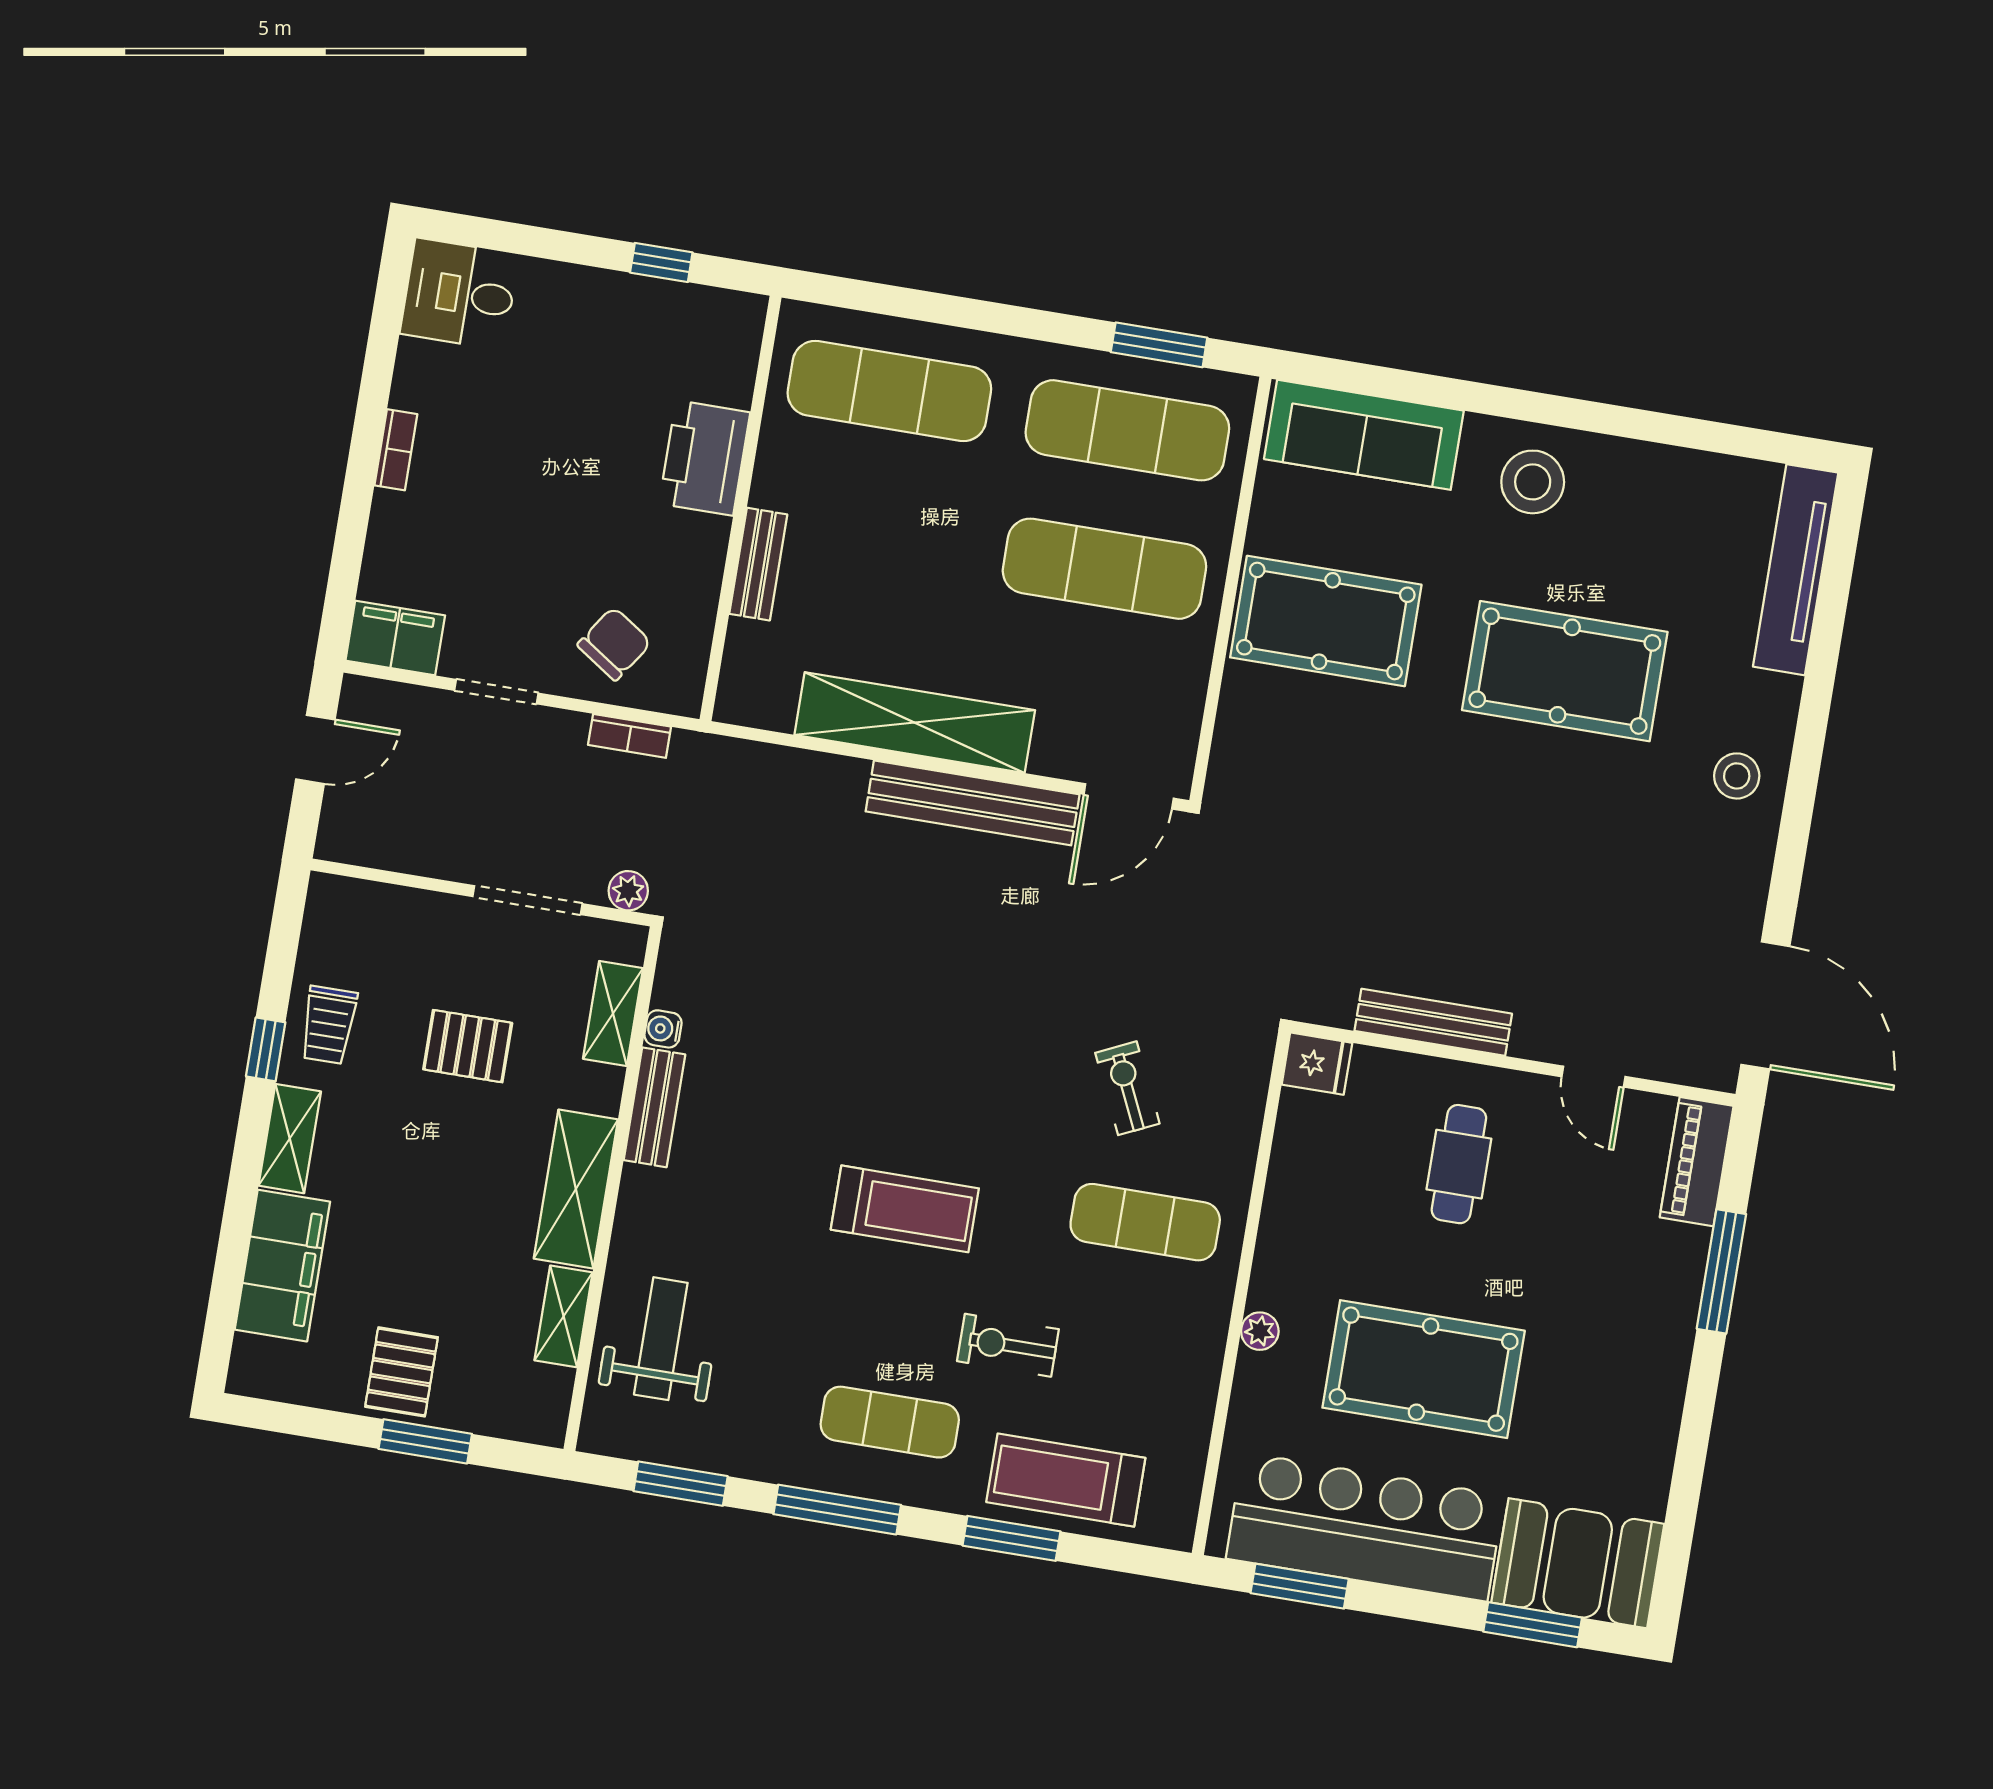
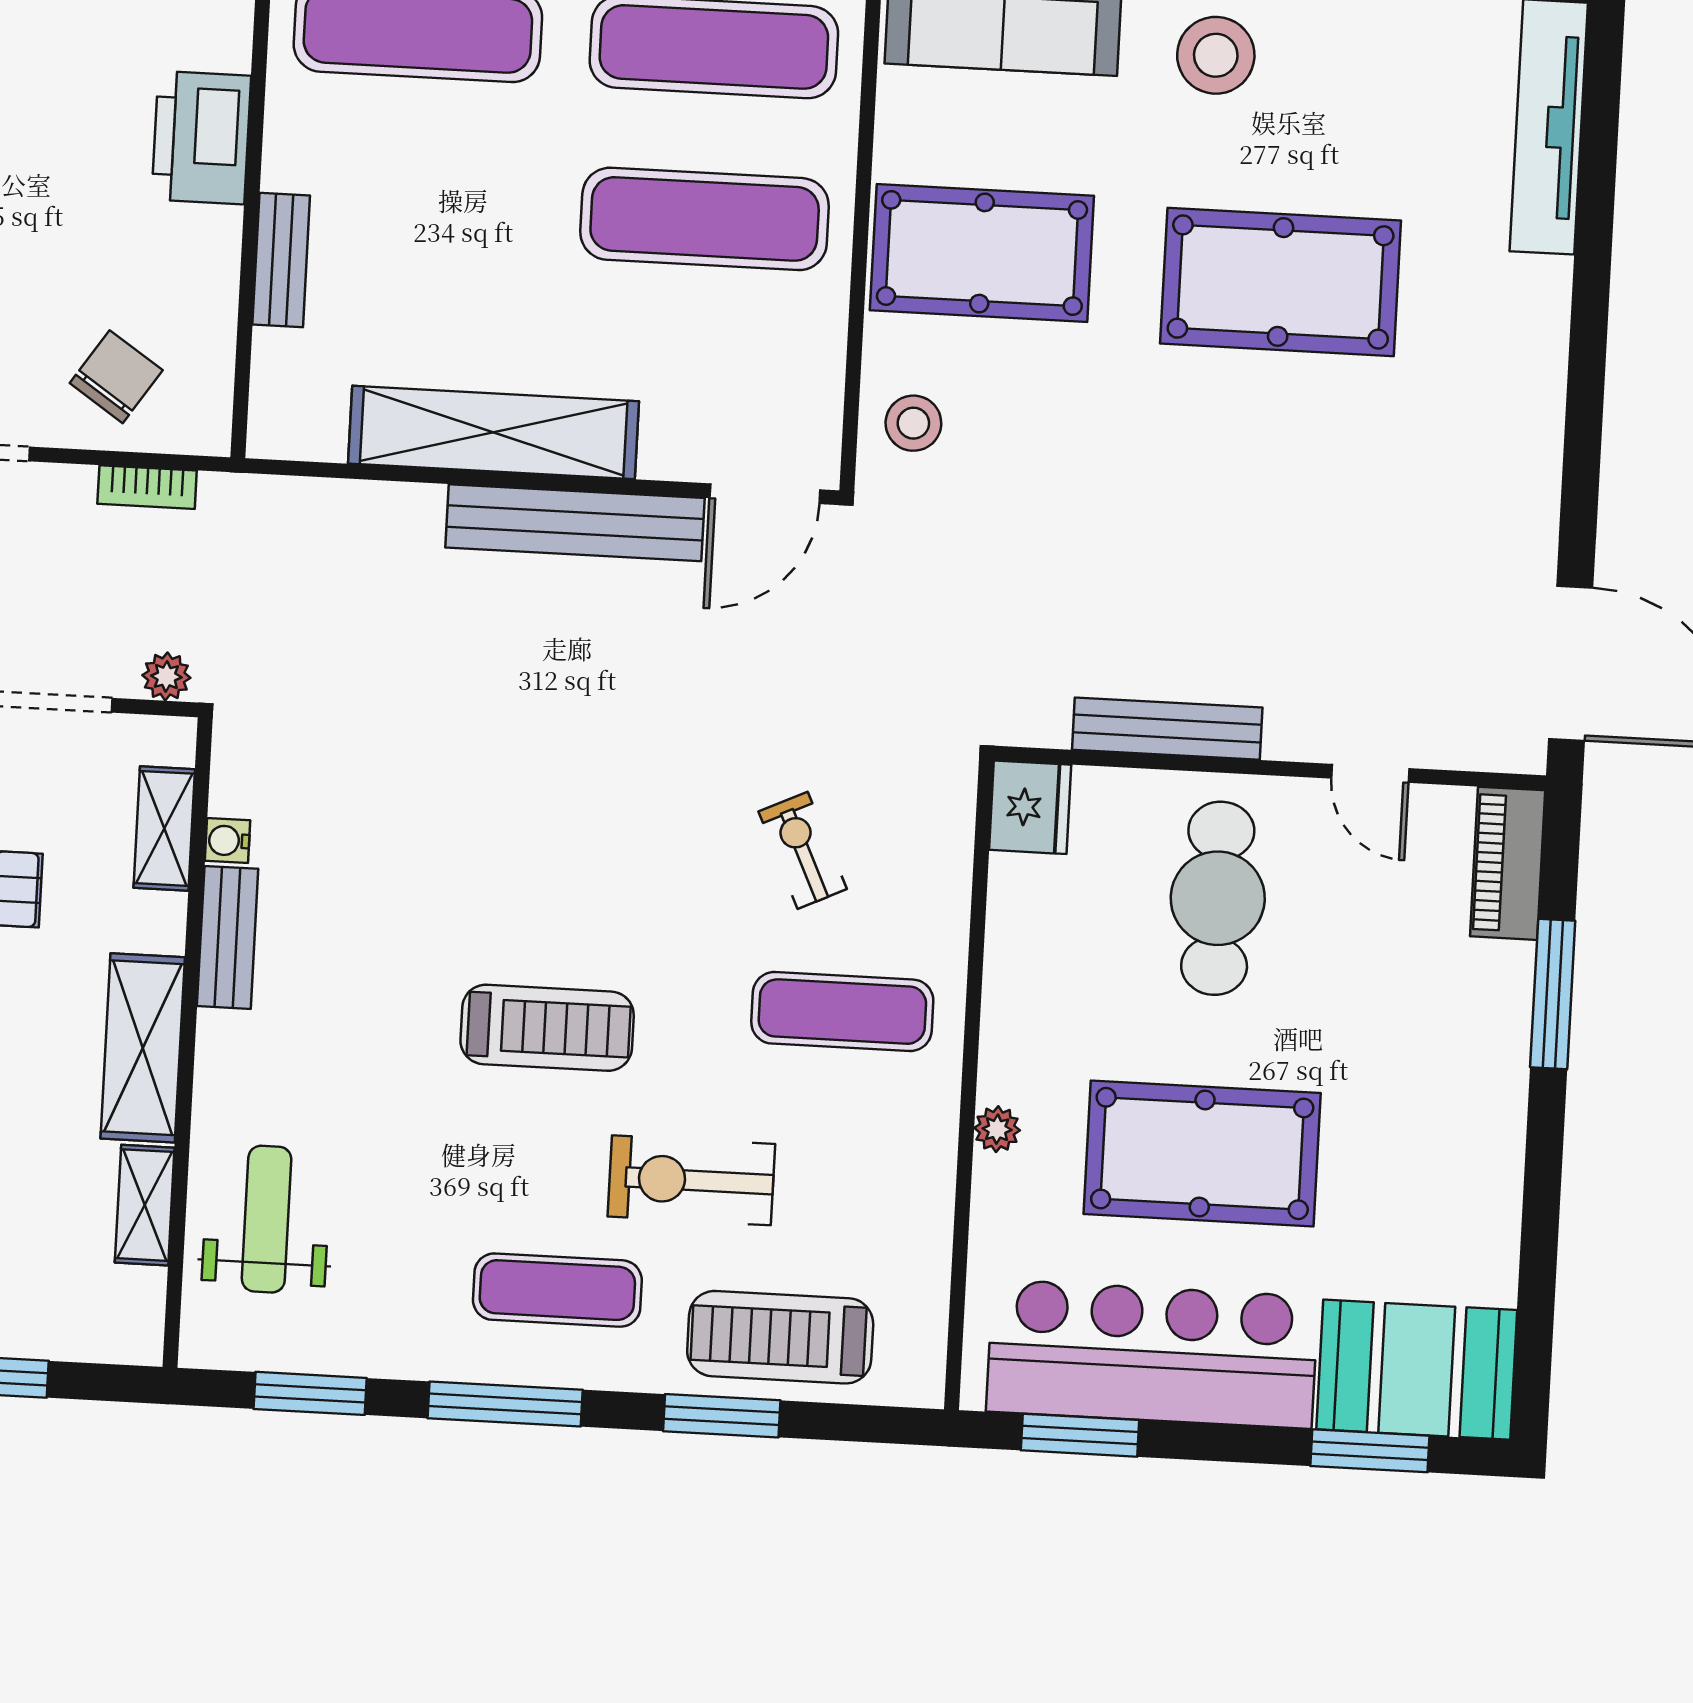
stool: (1737, 776) -> (913, 423), moved
fridge: (1317, 1064) -> (1030, 807), width x1.38
cafe table: (1459, 1164) -> (1218, 898), width x1.37, depth x1.35
exercise bike: (1008, 1345) -> (691, 1180), width x1.38, depth x1.39

